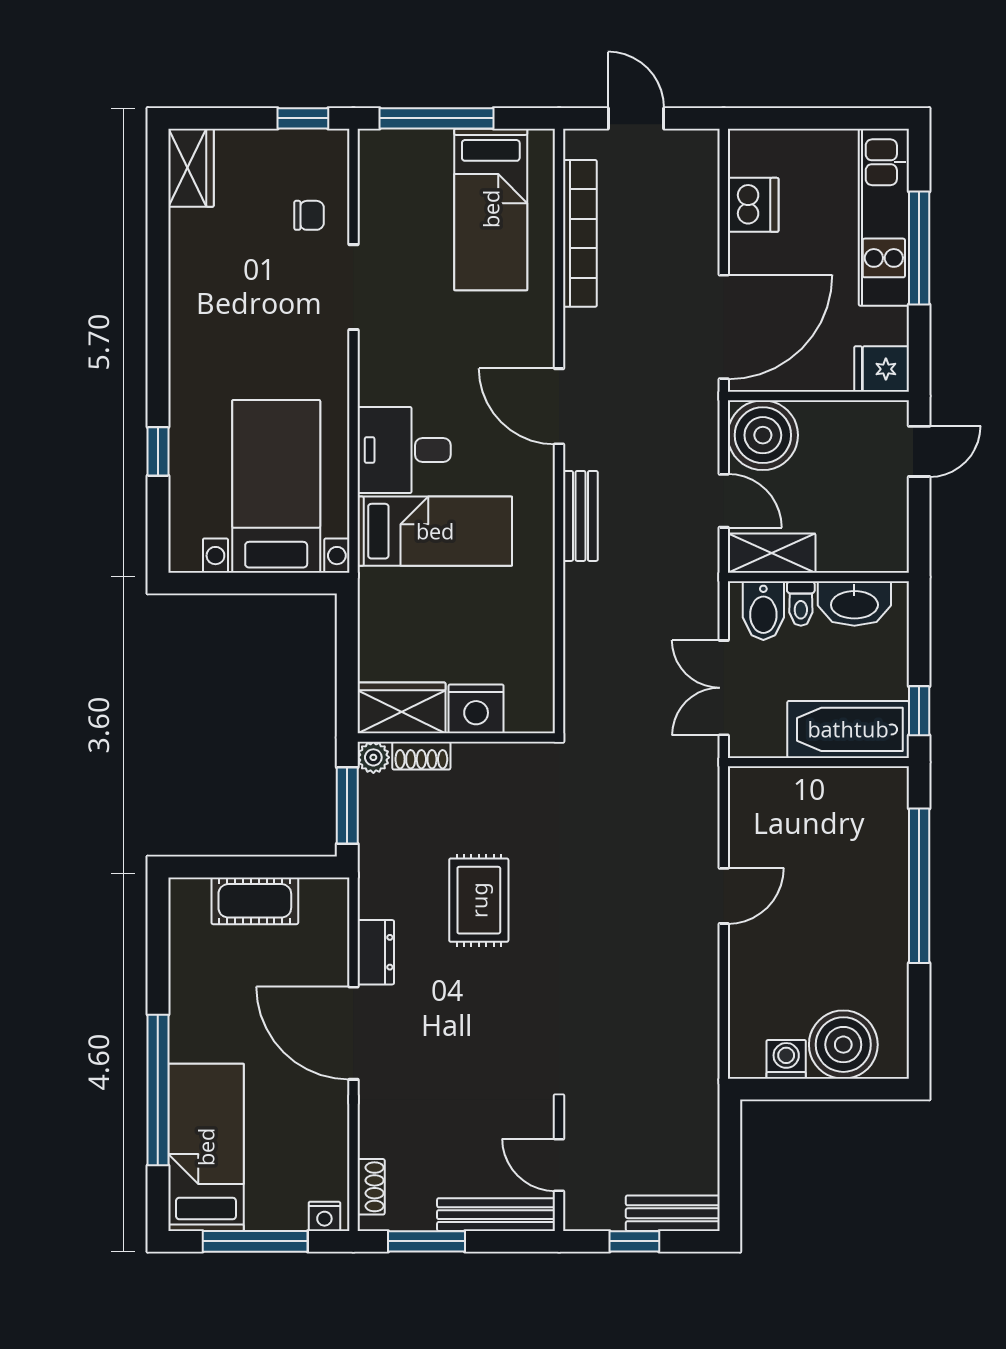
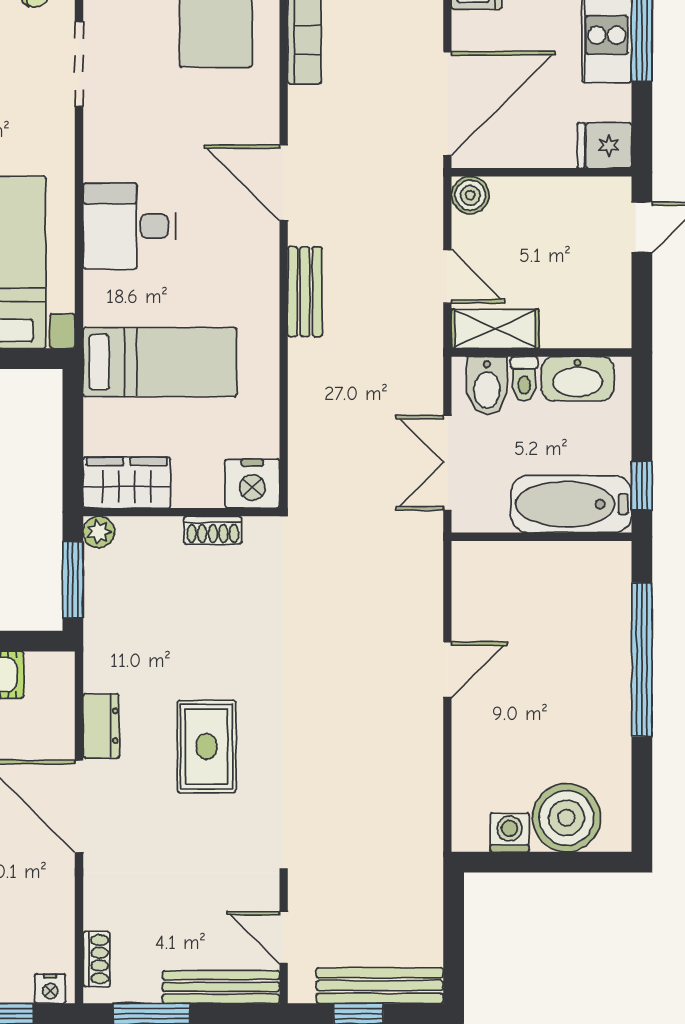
boiler: (763, 435) -> (470, 195), width x0.54, depth x0.54
bed: (435, 531) -> (160, 362), moved
nightstand: (476, 709) -> (252, 484), moved
shoe rack: (421, 756) -> (213, 530), moved
rug: (479, 900) -> (207, 746), moved
bench: (673, 1213) -> (380, 986), width x1.36

